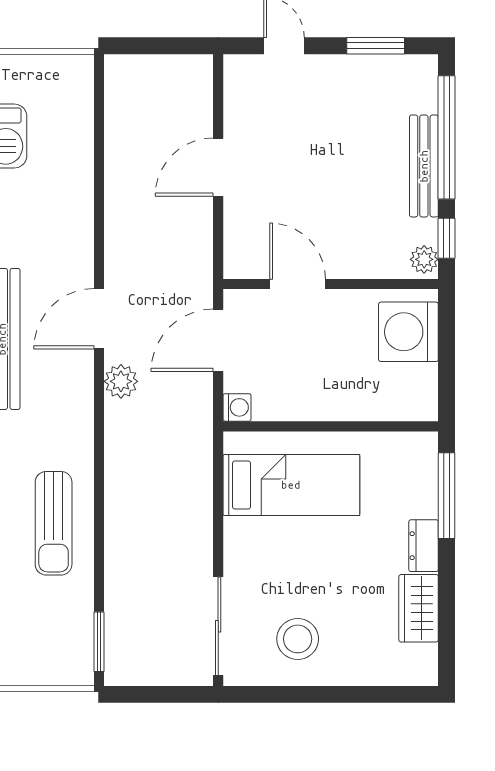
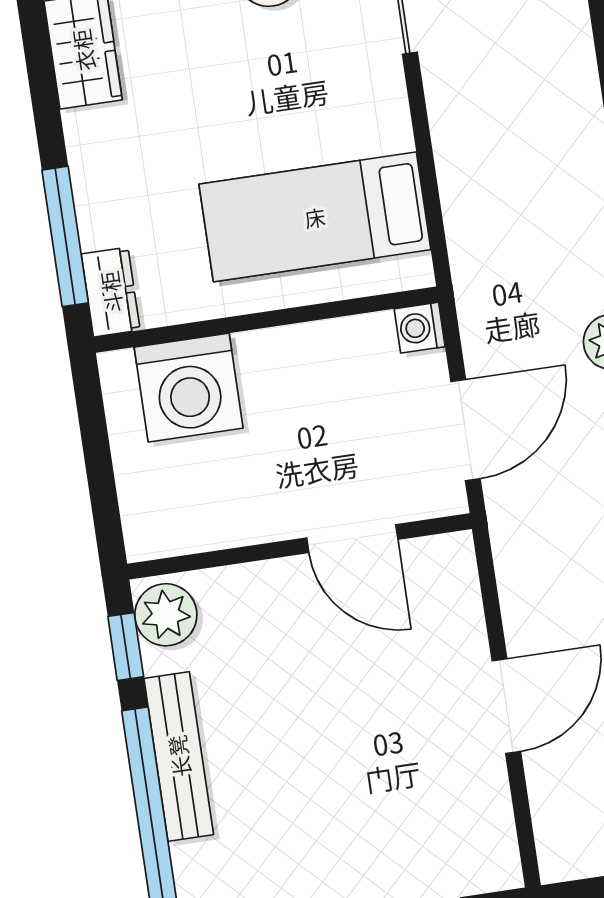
plant: (424, 259) -> (166, 615), width x1.38, depth x1.38
washing machine: (408, 332) -> (189, 388), moved, turned 90
dresser: (424, 546) -> (111, 292), moved

